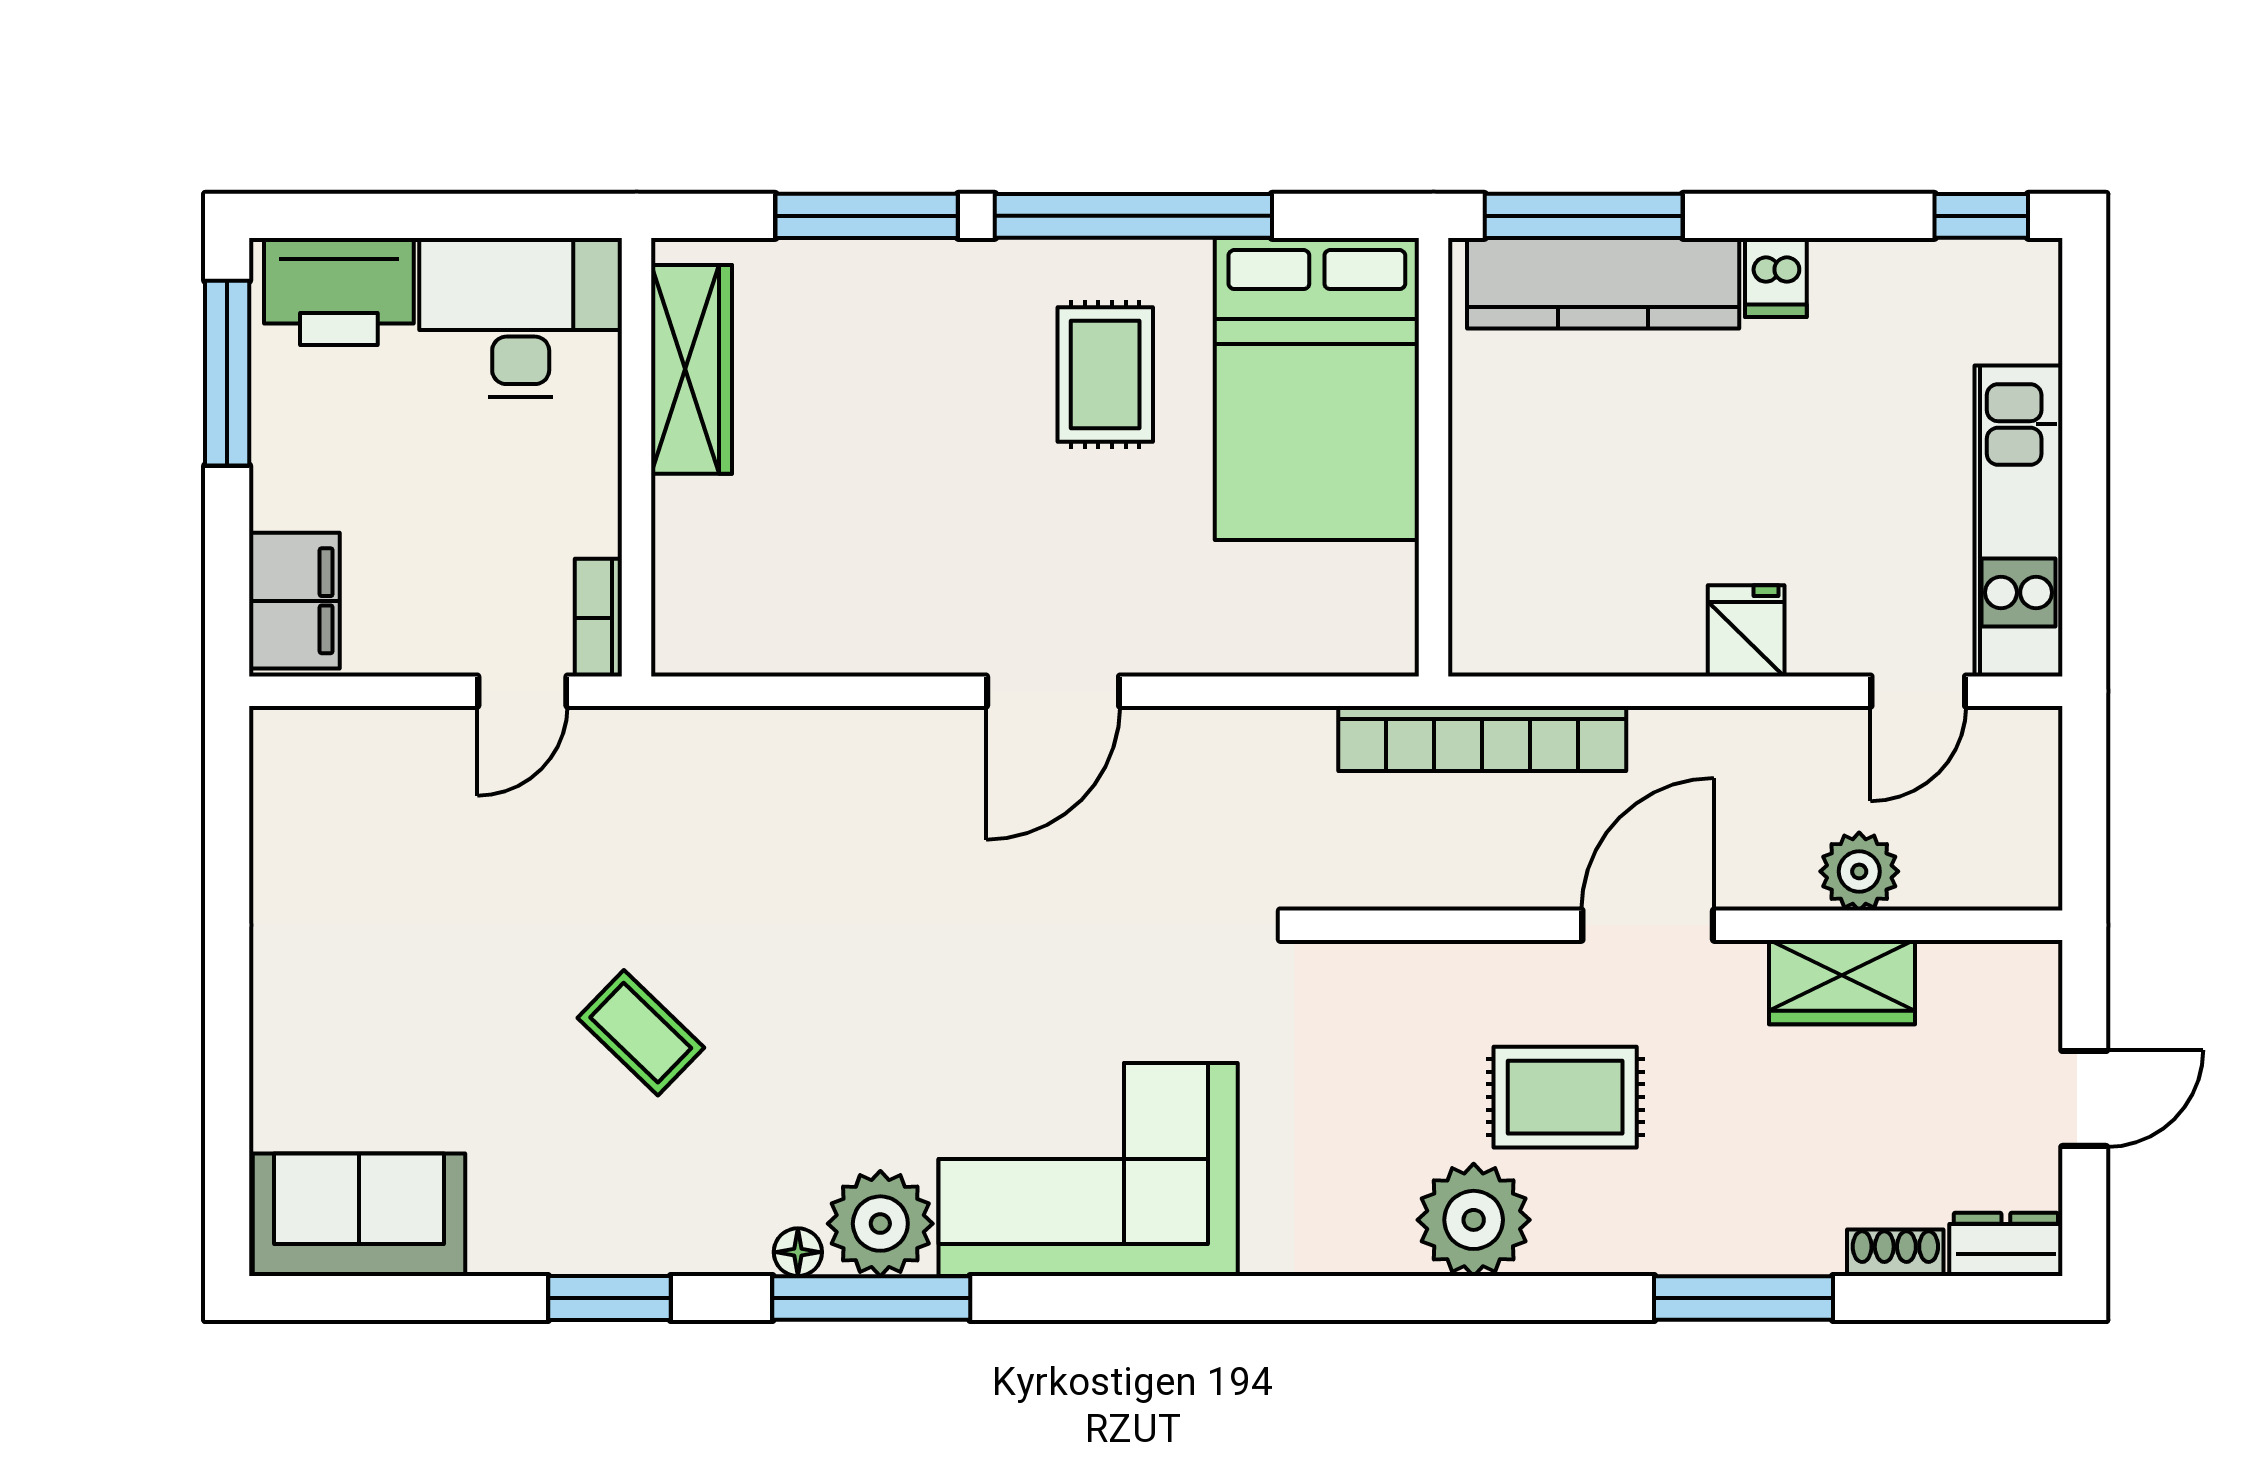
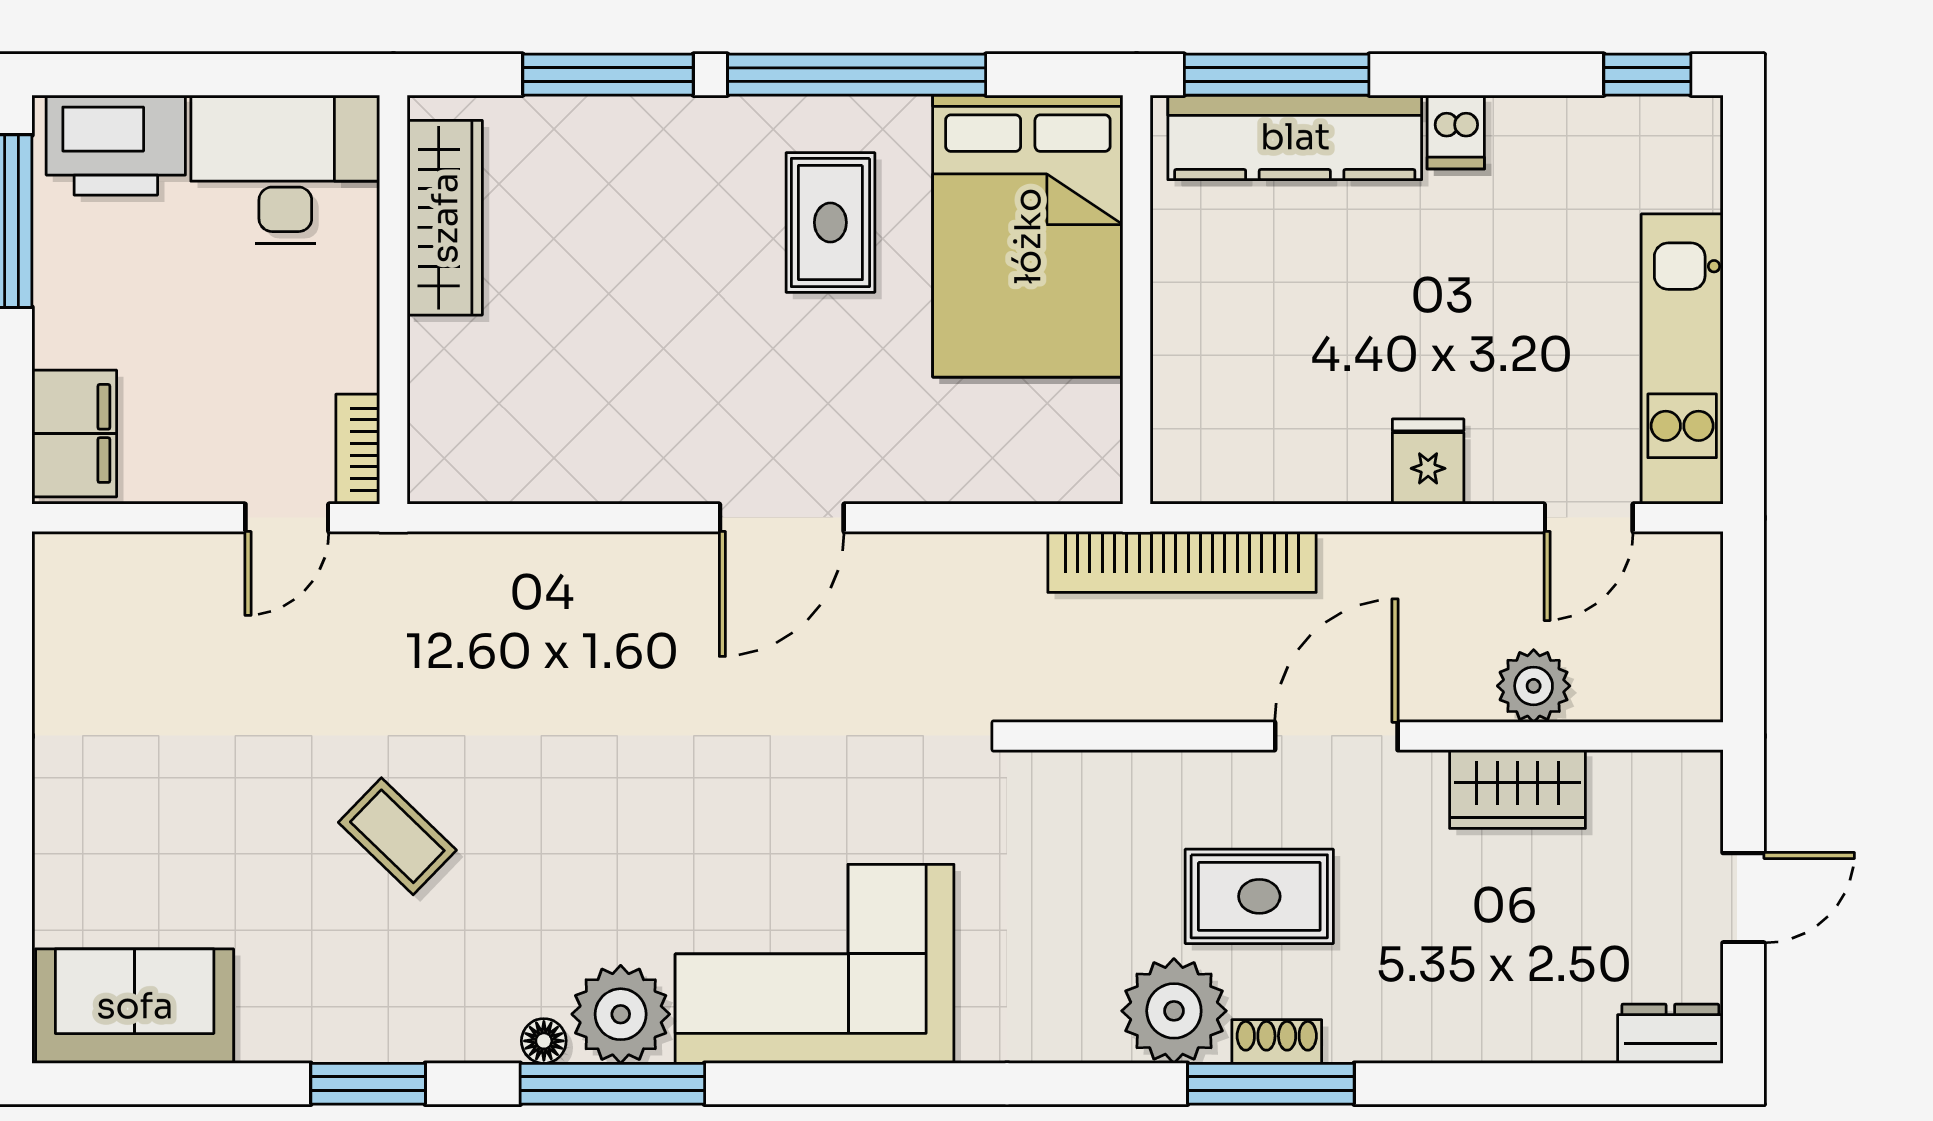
shoe rack: (1895, 1253) -> (1277, 1041), moved
window: (1744, 1298) -> (1271, 1084), moved

